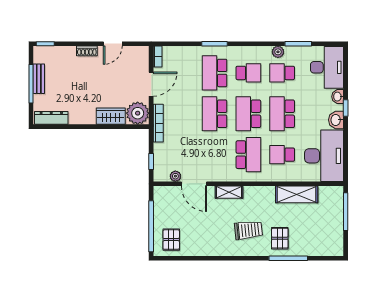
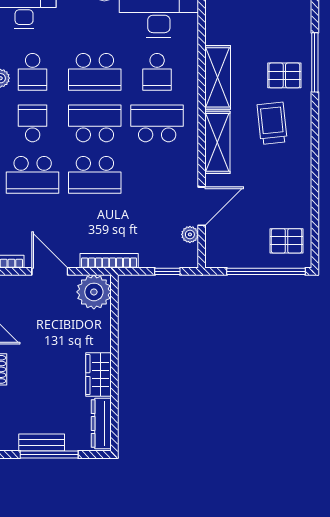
school desk: (248, 114) -> (95, 123), turned 180
wardrobe: (111, 116) -> (98, 375), moved
shelving: (229, 192) -> (217, 142), width x1.50, depth x1.33
shelving: (297, 194) -> (218, 77), moved

